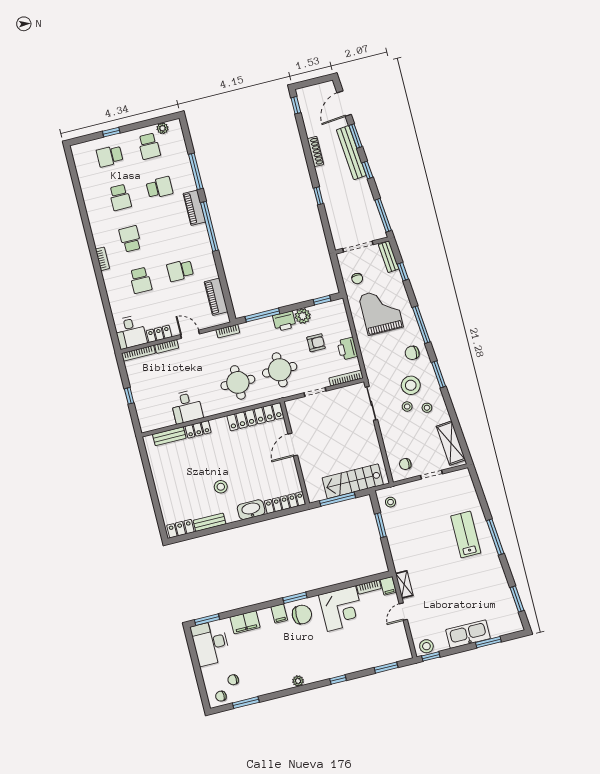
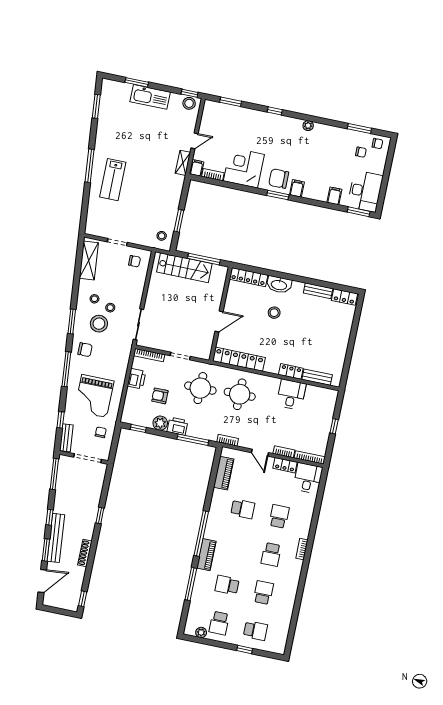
school desk: (149, 146) -> (219, 623), turned 180
stool: (221, 487) -> (274, 313), moved
filing cabinet: (245, 622) -> (334, 196), width x0.50

